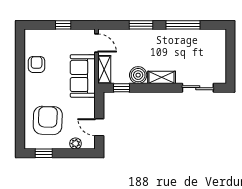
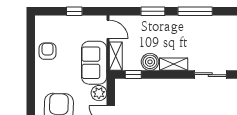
plant: (87, 106) -> (99, 93), added

